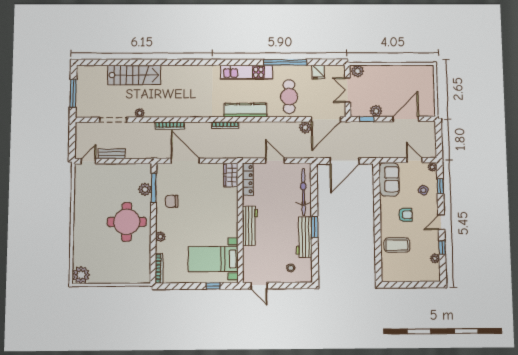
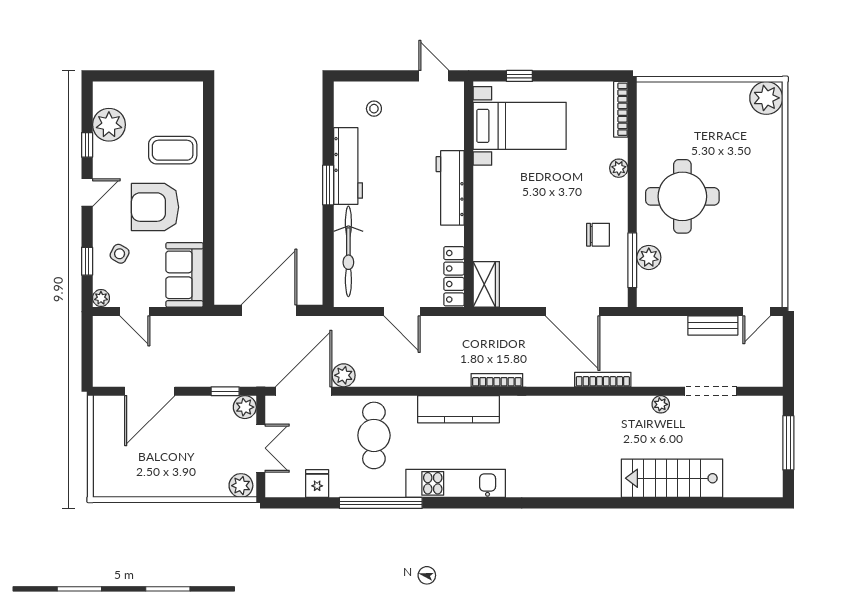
plant: (376, 111) -> (245, 407), moved
armchair: (405, 215) -> (155, 207), width x1.88, depth x1.88
plant: (435, 258) -> (109, 125), width x1.88, depth x1.88

